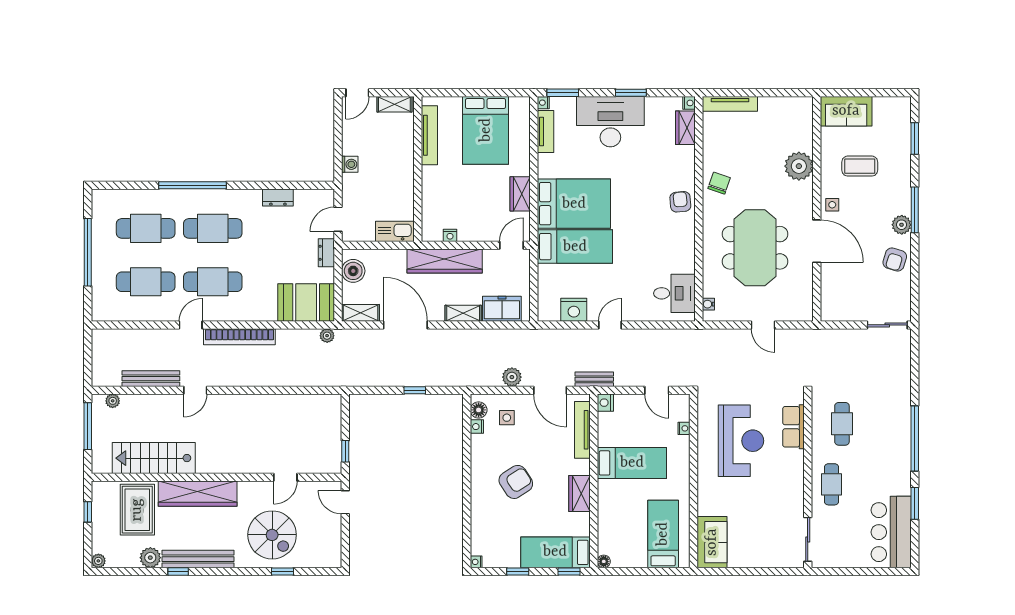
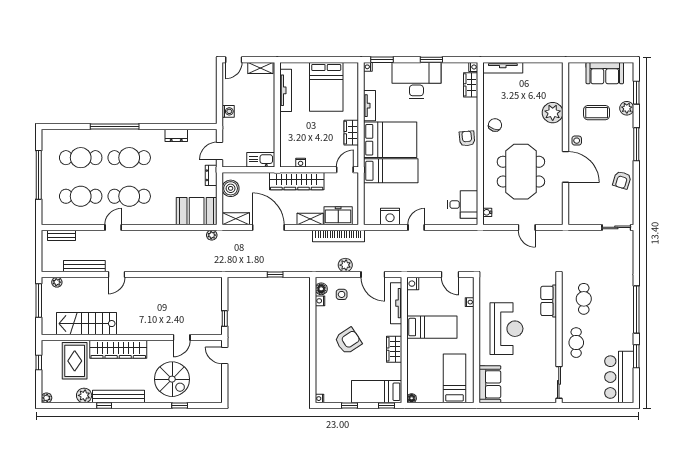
sofa: (846, 111) -> (605, 73), moved
tv unit: (546, 131) -> (370, 106), moved
plant: (902, 225) -> (627, 108), moved
bookcase: (239, 337) -> (338, 236), moved
bench: (594, 379) -> (62, 235), moved
reception desk: (741, 441) -> (506, 329), moved

